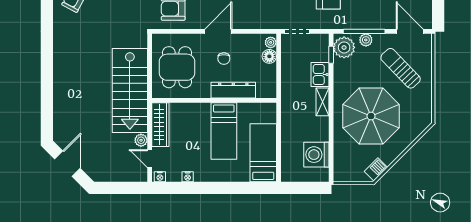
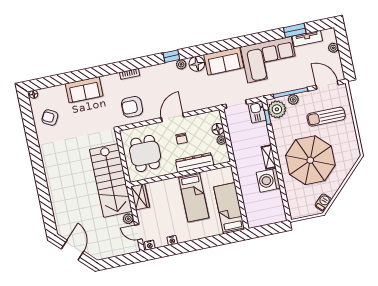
plant: (271, 42) -> (221, 140), moved
sun lounger: (401, 68) -> (326, 117), turned -46
kitchen sink: (320, 75) -> (257, 112), moved
wardrobe: (160, 125) -> (140, 197), width x0.67
washing machine: (316, 155) -> (268, 180), moved

